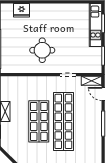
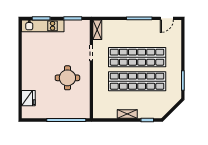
door: (103, 94) -> (167, 18), moved
shop shelf: (39, 121) -> (137, 81), width x1.40

